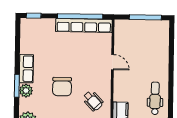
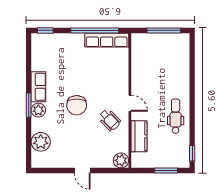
row of seats: (84, 26) -> (107, 40), width x0.73
door: (113, 62) -> (130, 103), moved

